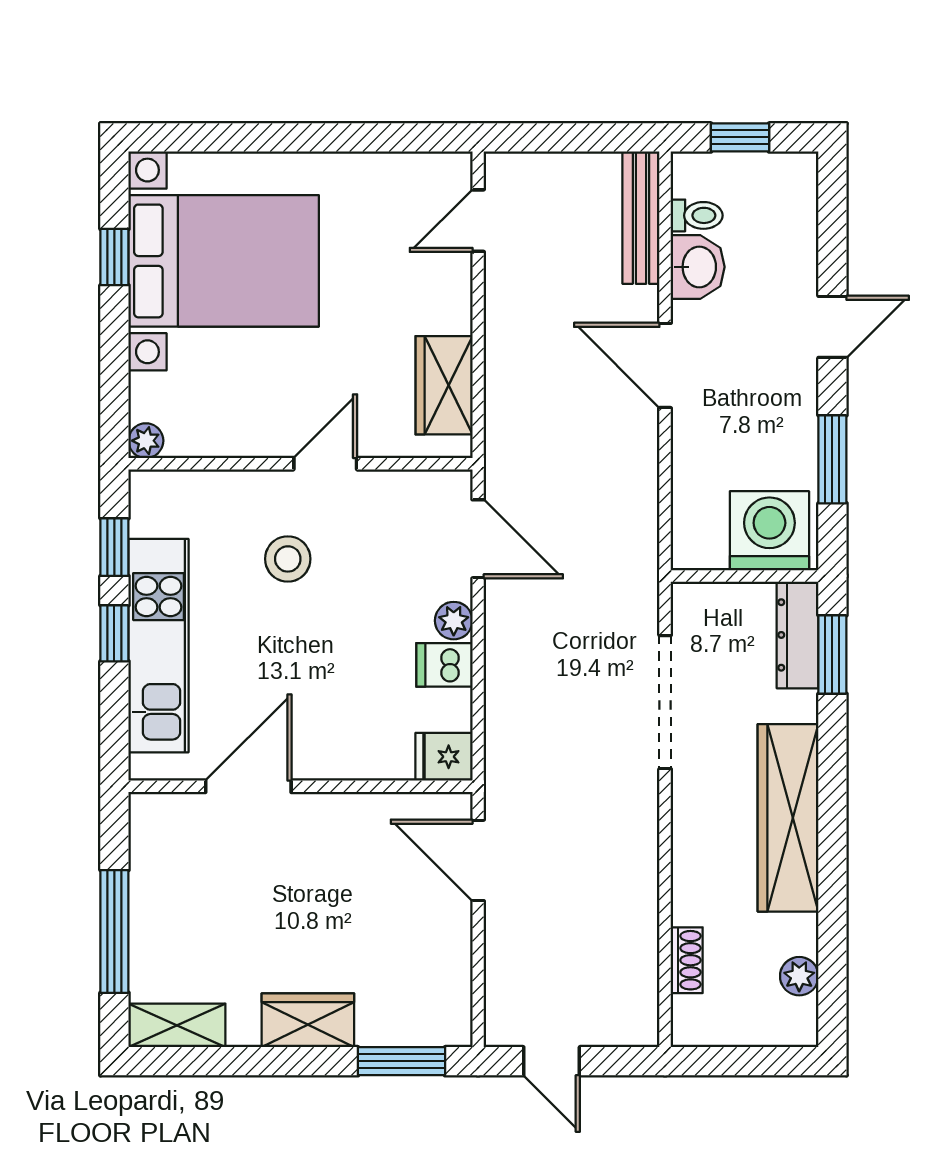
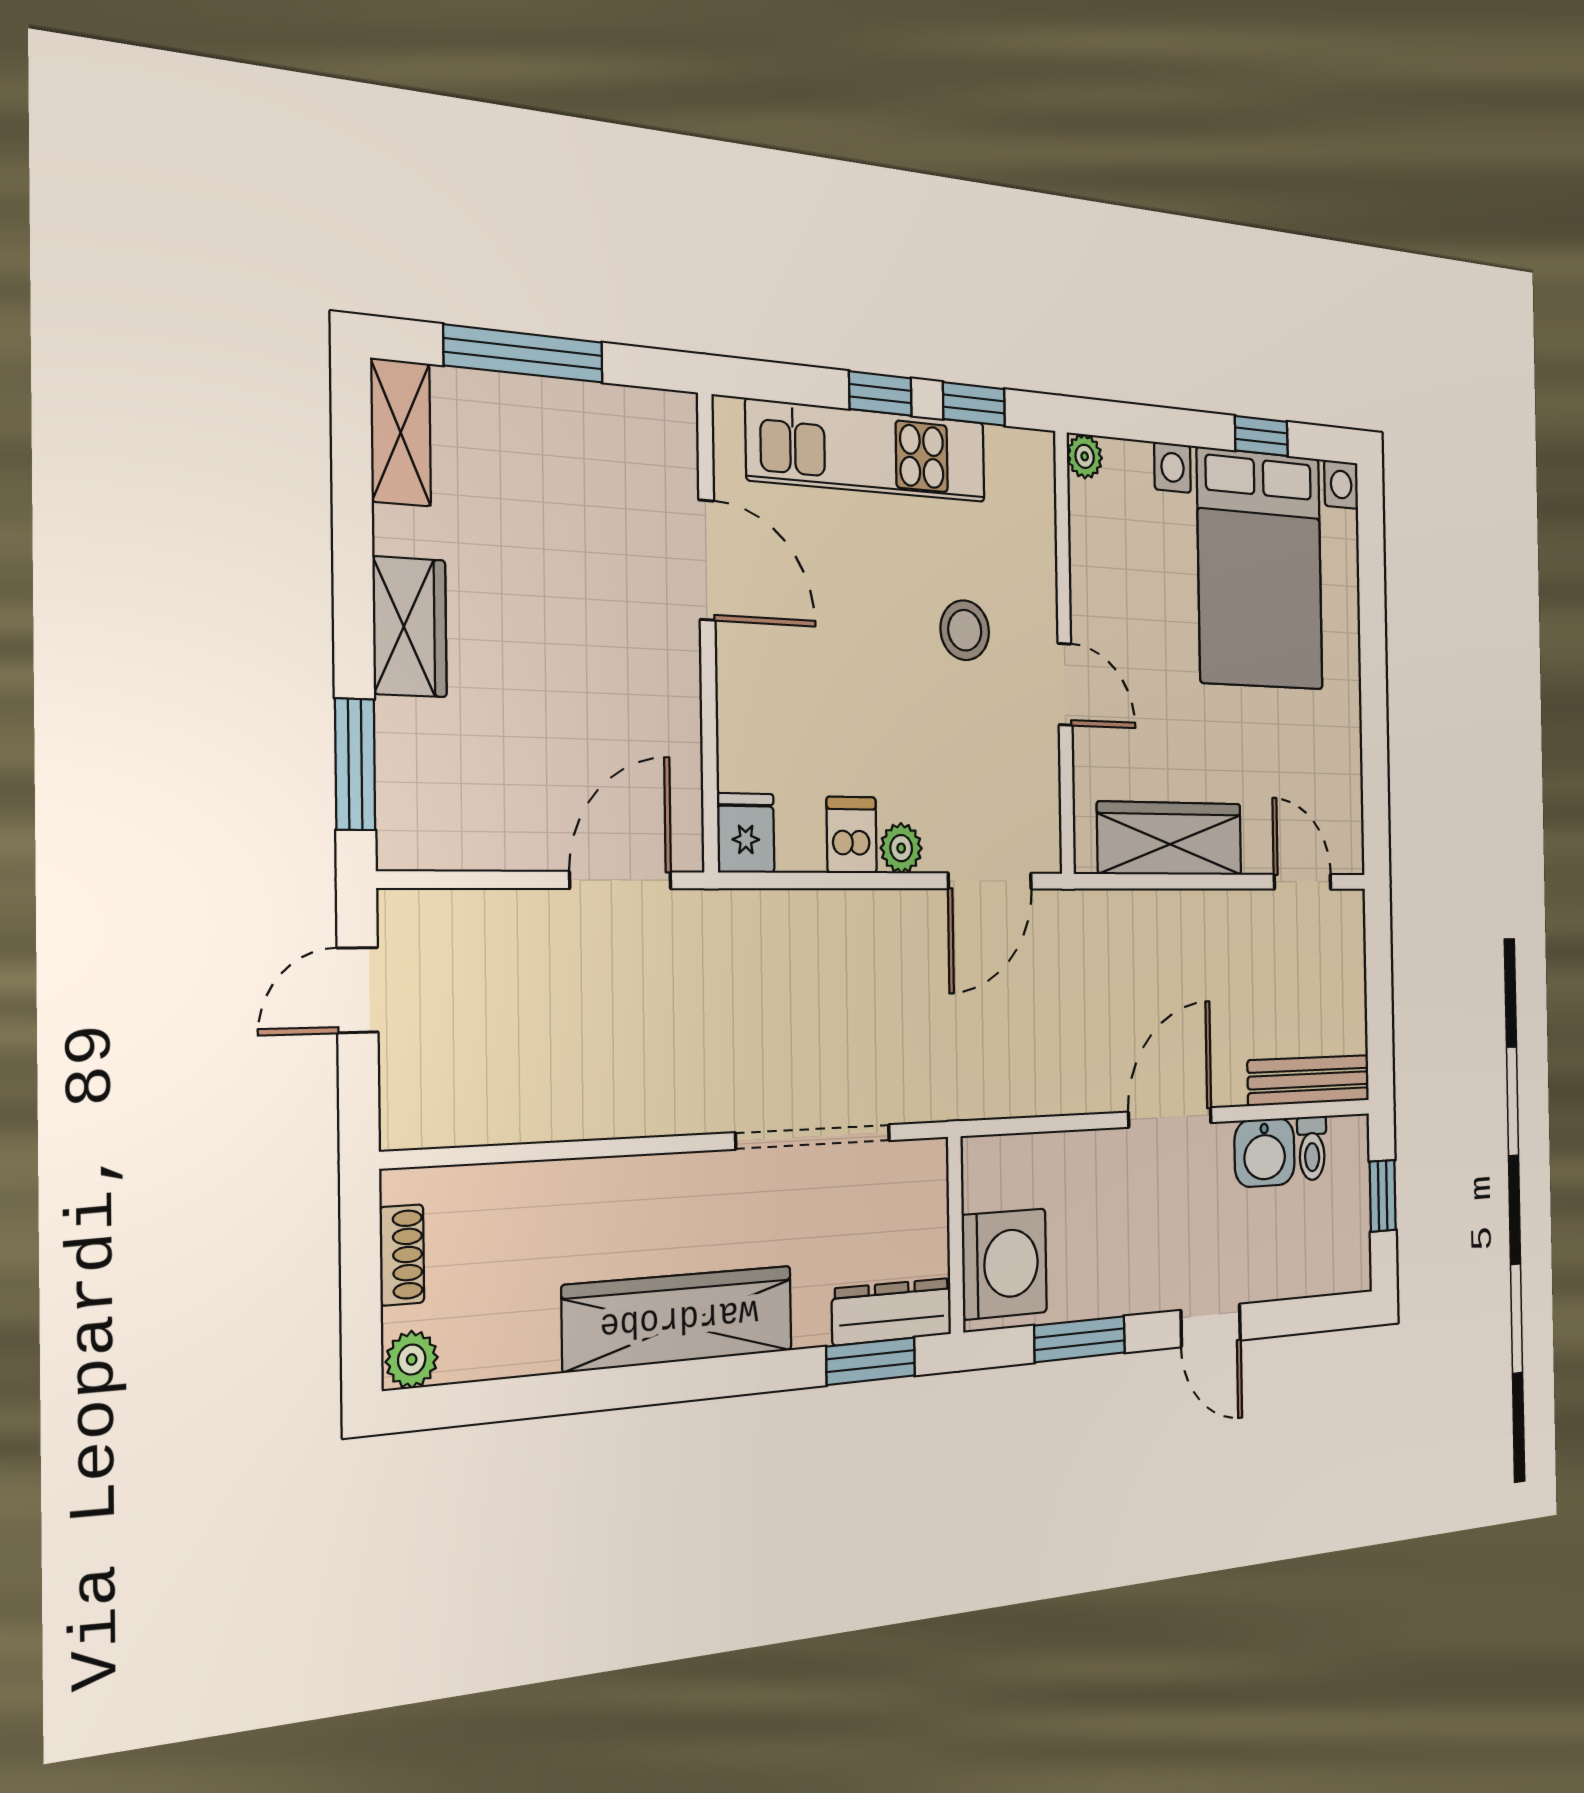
wardrobe: (444, 385) -> (1170, 839), width x1.50
shoe rack: (687, 960) -> (402, 1255), moved, turned -90
plant: (799, 976) -> (412, 1360), moved

